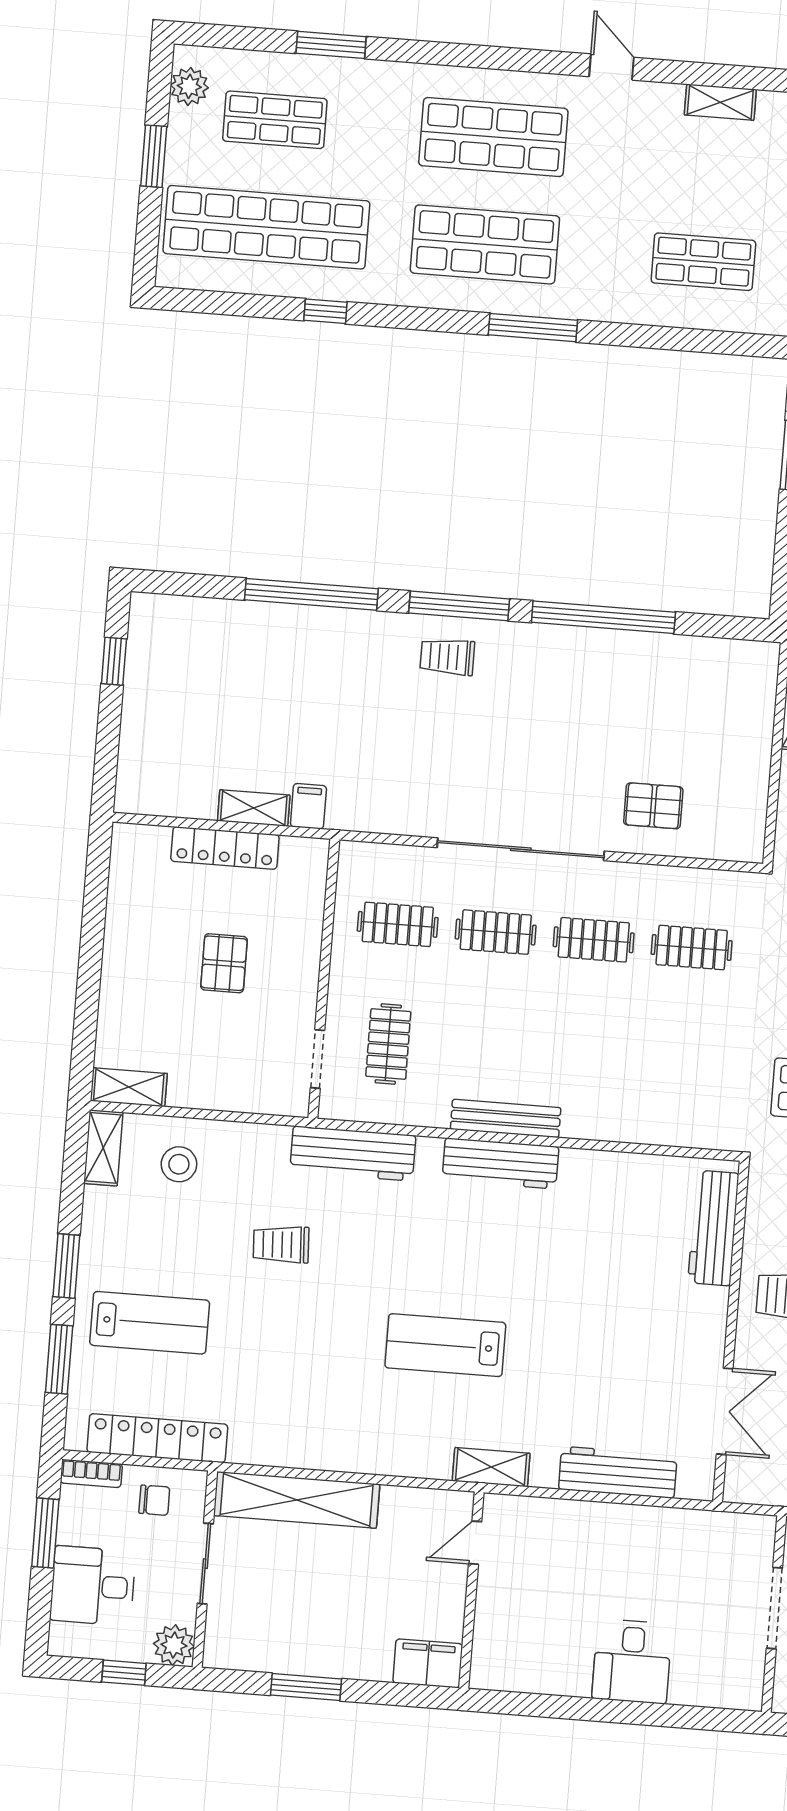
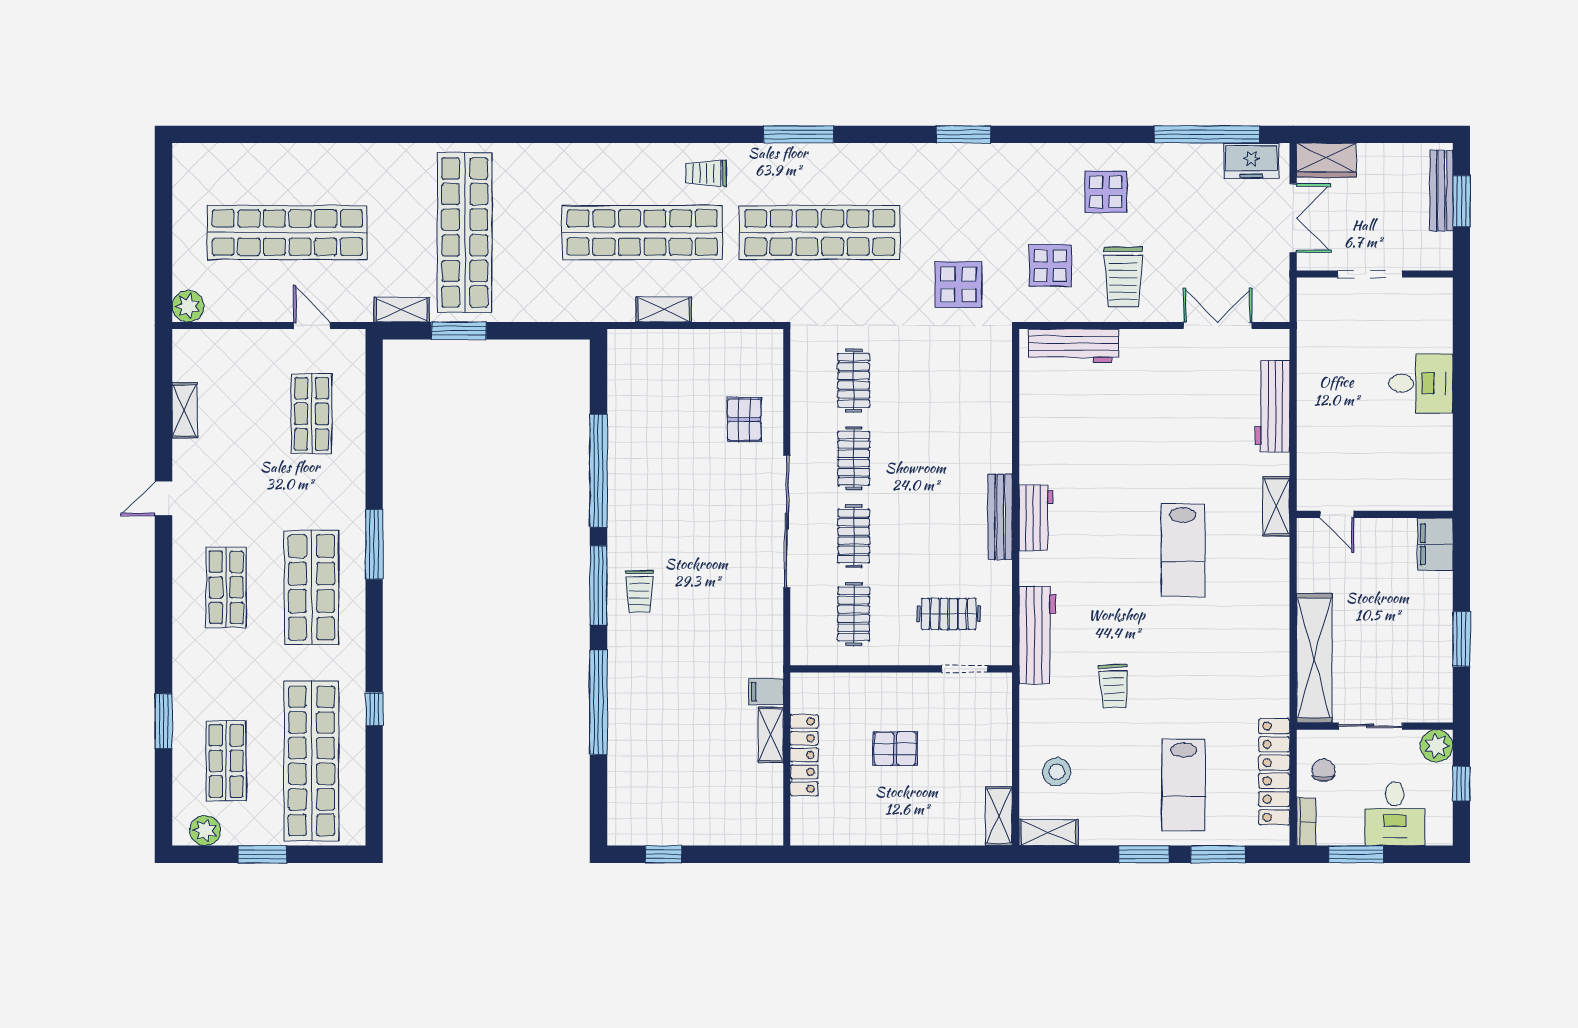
shop shelf: (493, 137) -> (226, 587), width x0.70, depth x0.74
workbench: (500, 1163) -> (1036, 518), width x0.73
lab bench: (150, 1323) -> (1184, 785), turned 180

